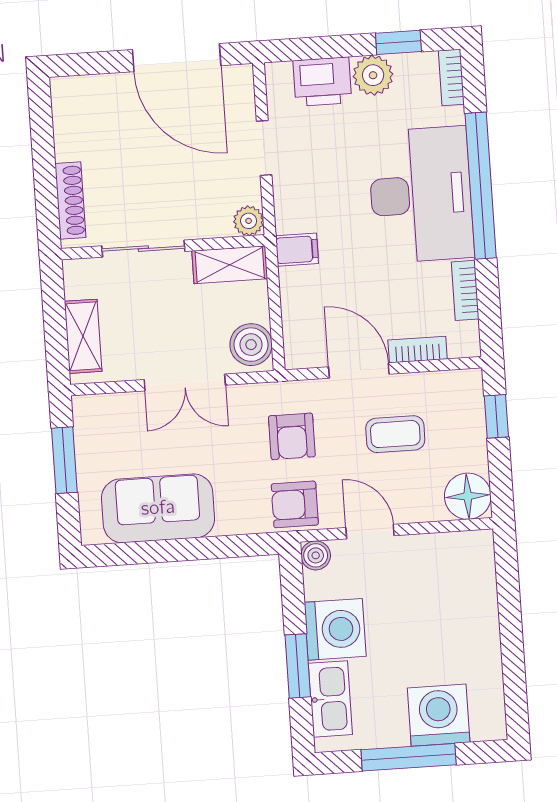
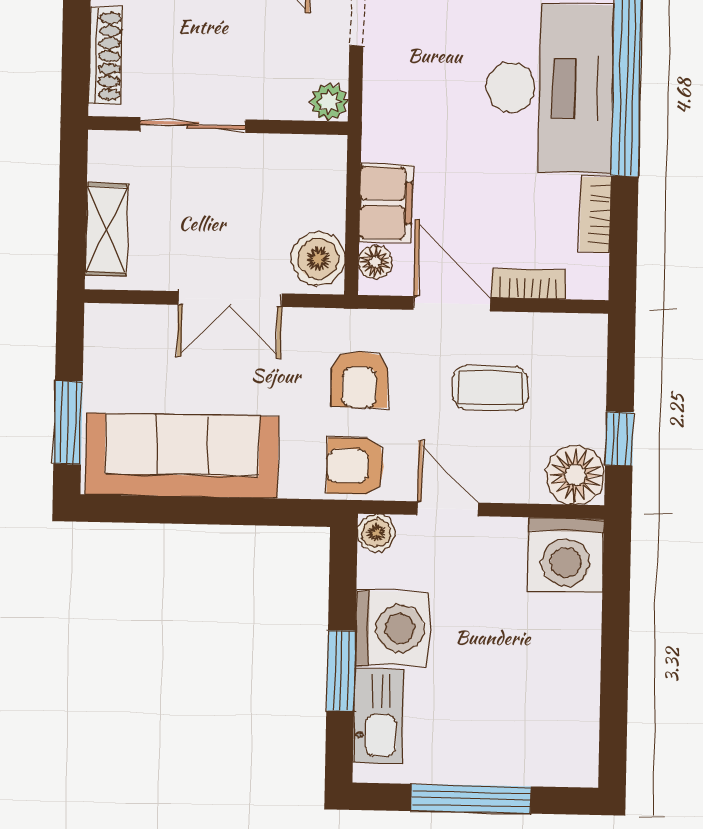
filing cabinet: (297, 250) -> (386, 203), moved, width x2.00
shelving: (230, 265) -> (300, 155), removed
floor lamp: (296, 343) -> (375, 262), added
window: (496, 416) -> (619, 439), moved
window: (64, 460) -> (68, 423), moved
sofa: (158, 508) -> (182, 456), width x1.36
washing machine: (439, 715) -> (566, 555), moved, turned 180

